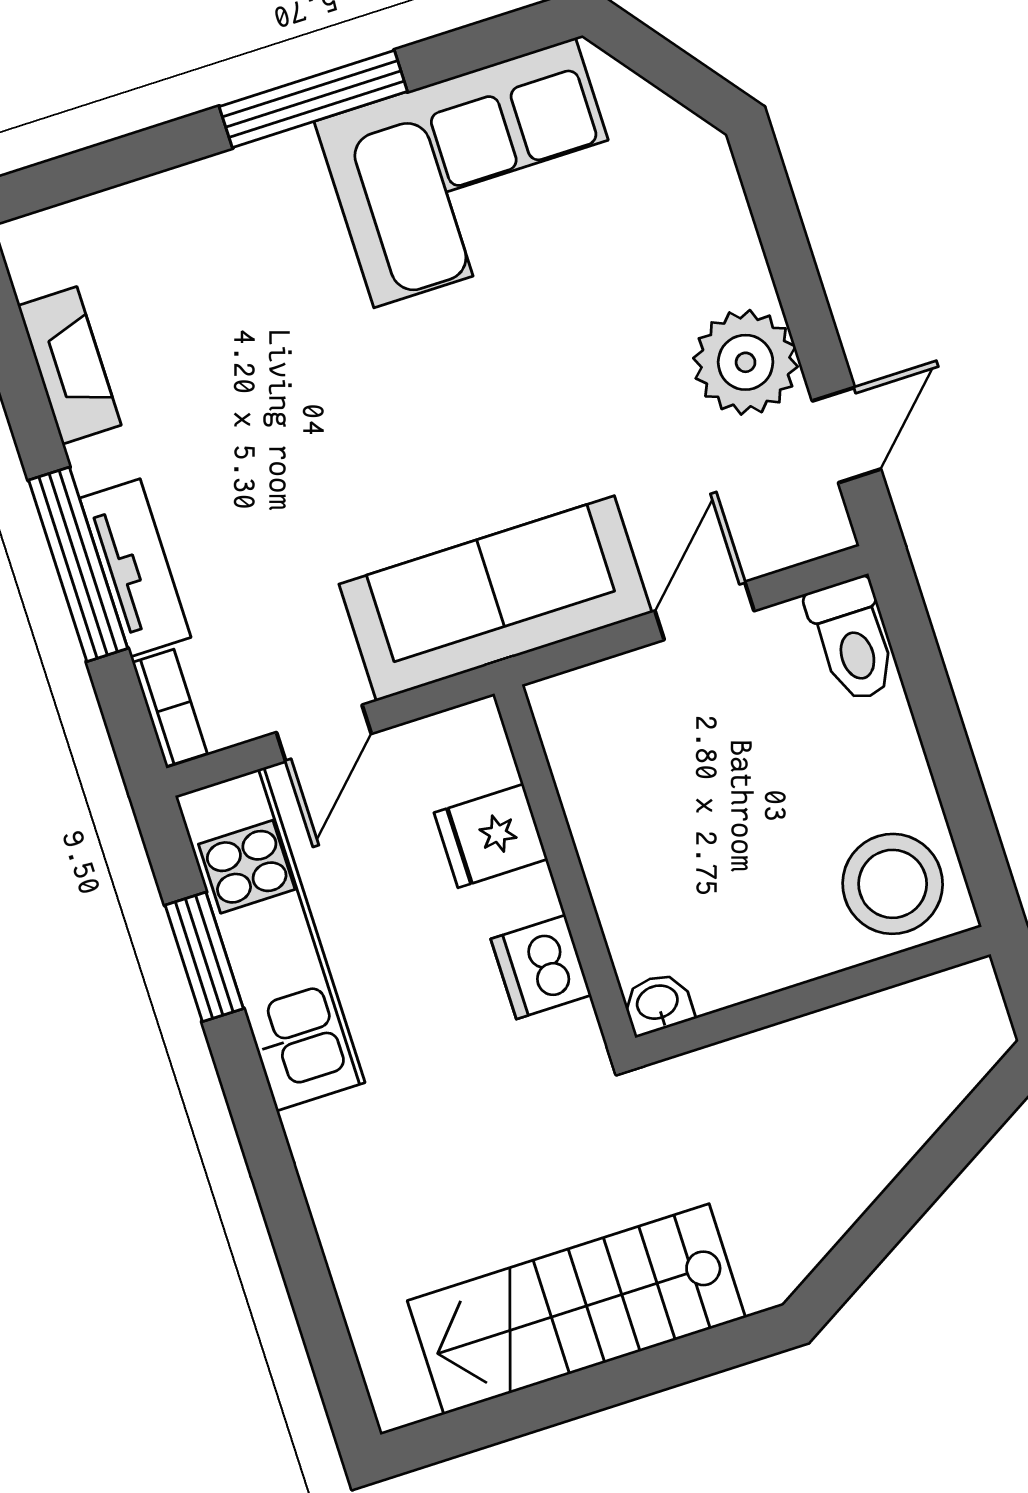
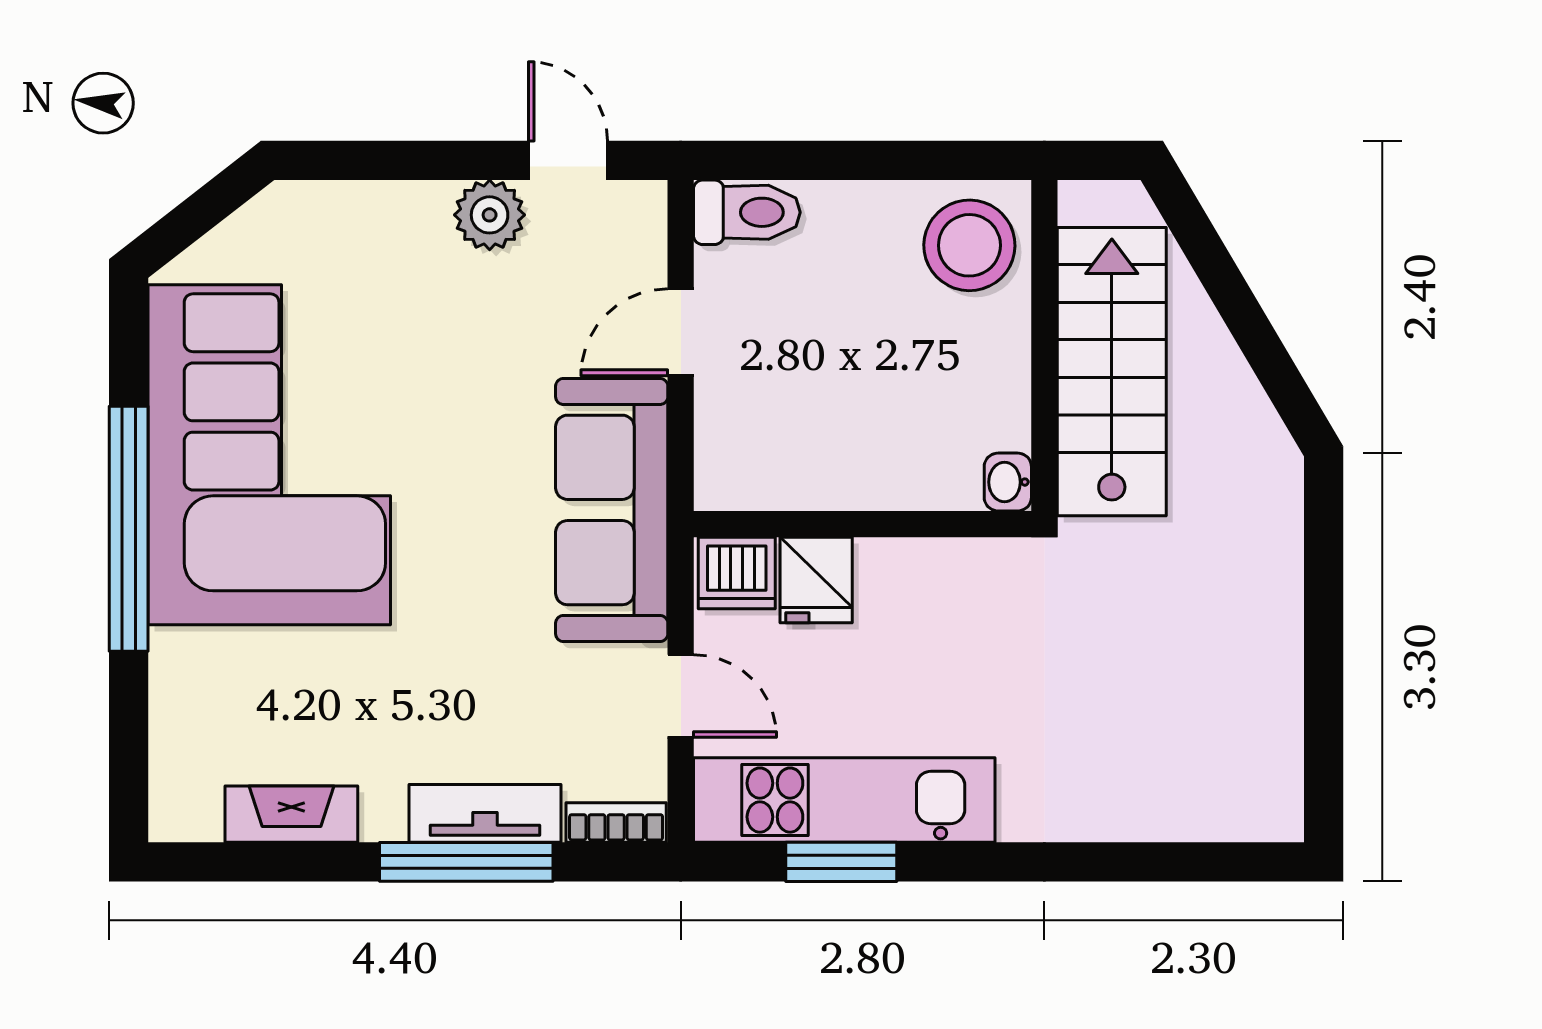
window: (313, 99) -> (129, 529), width x1.46
corner sofa: (475, 173) -> (269, 455), width x1.36, depth x1.36
plant: (746, 362) -> (490, 215), width x0.73, depth x0.73
door: (704, 611) -> (681, 332), hinge flipped
dishwasher: (541, 967) -> (737, 573), moved
stairs: (576, 1309) -> (1112, 372), moved, turned 180

